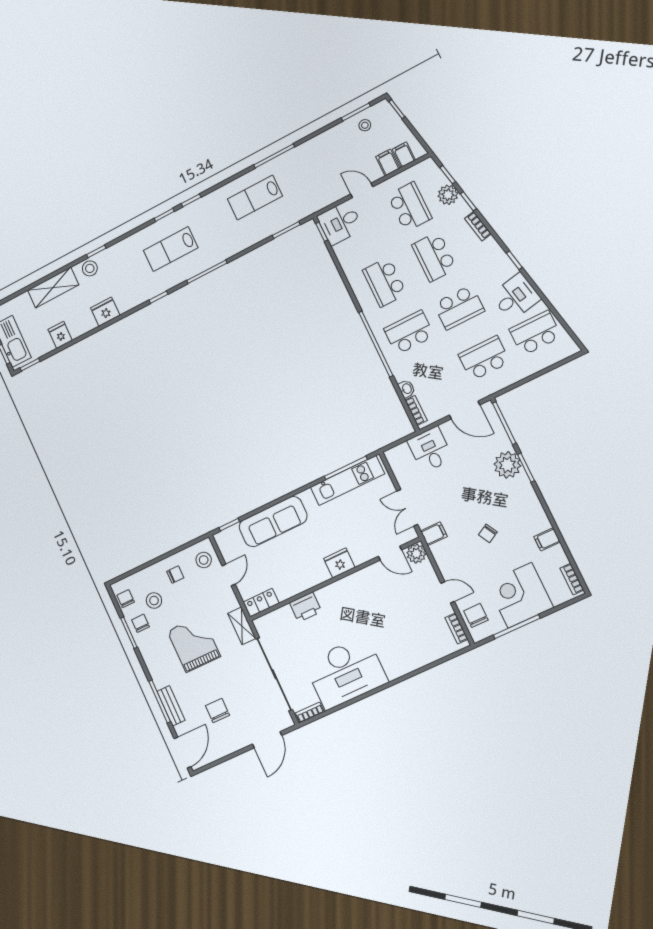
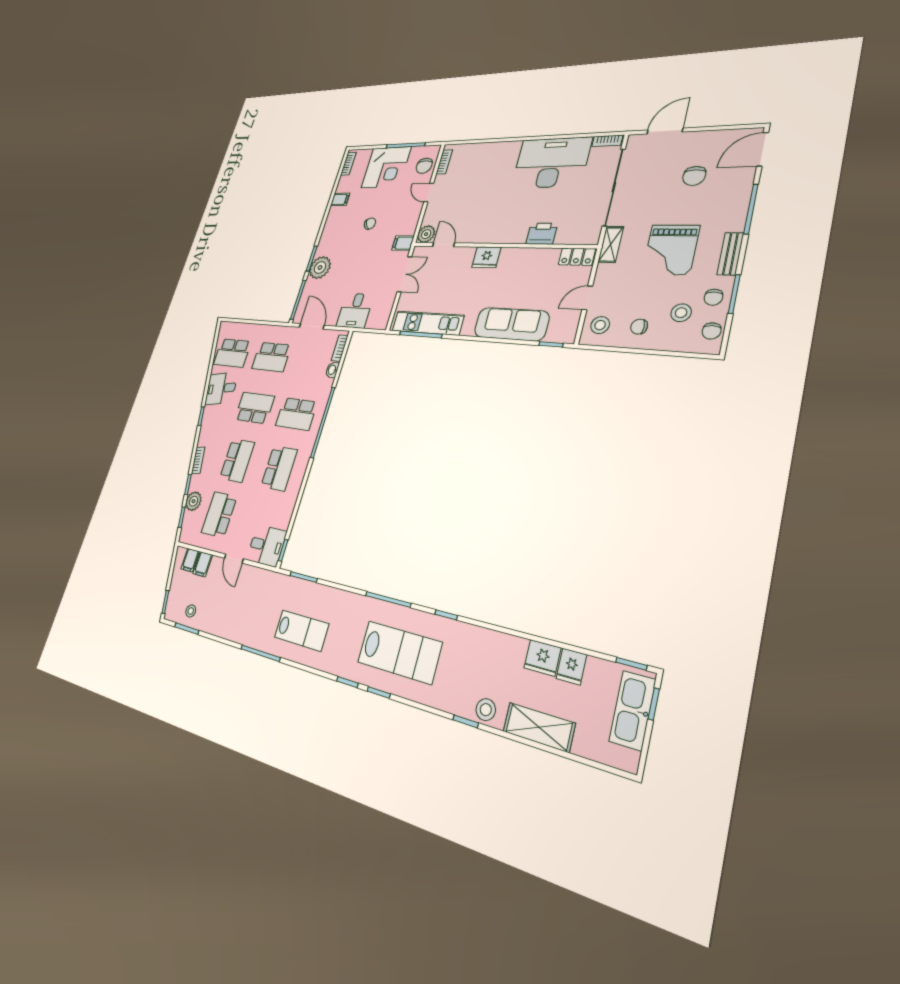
lab bench: (171, 249) -> (400, 652), width x1.36, depth x1.39
fridge: (105, 312) -> (542, 658), moved
bench: (171, 706) -> (730, 254), moved

